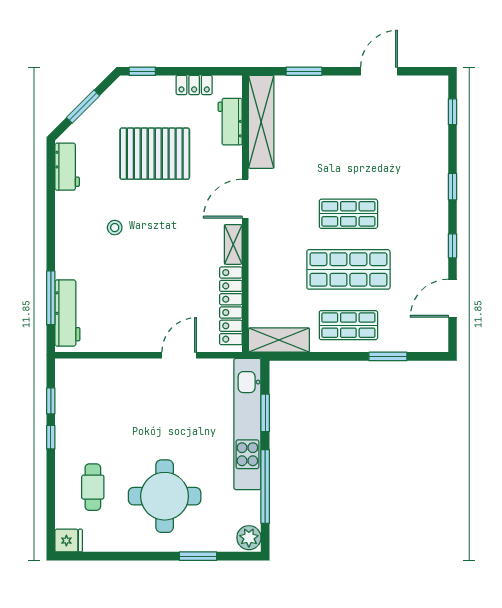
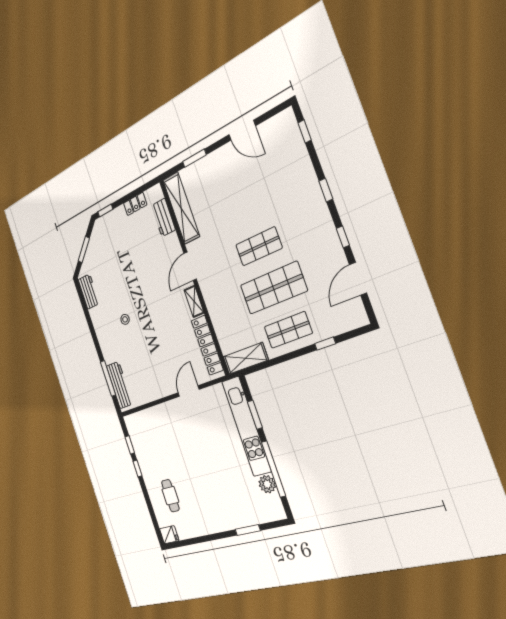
door: (379, 71) -> (242, 130), swing flipped
pallet: (155, 154) -> (130, 261), removed
window: (388, 356) -> (325, 344), width x0.67
round table: (165, 496) -> (213, 492), removed
plant: (249, 538) -> (267, 484), moved

